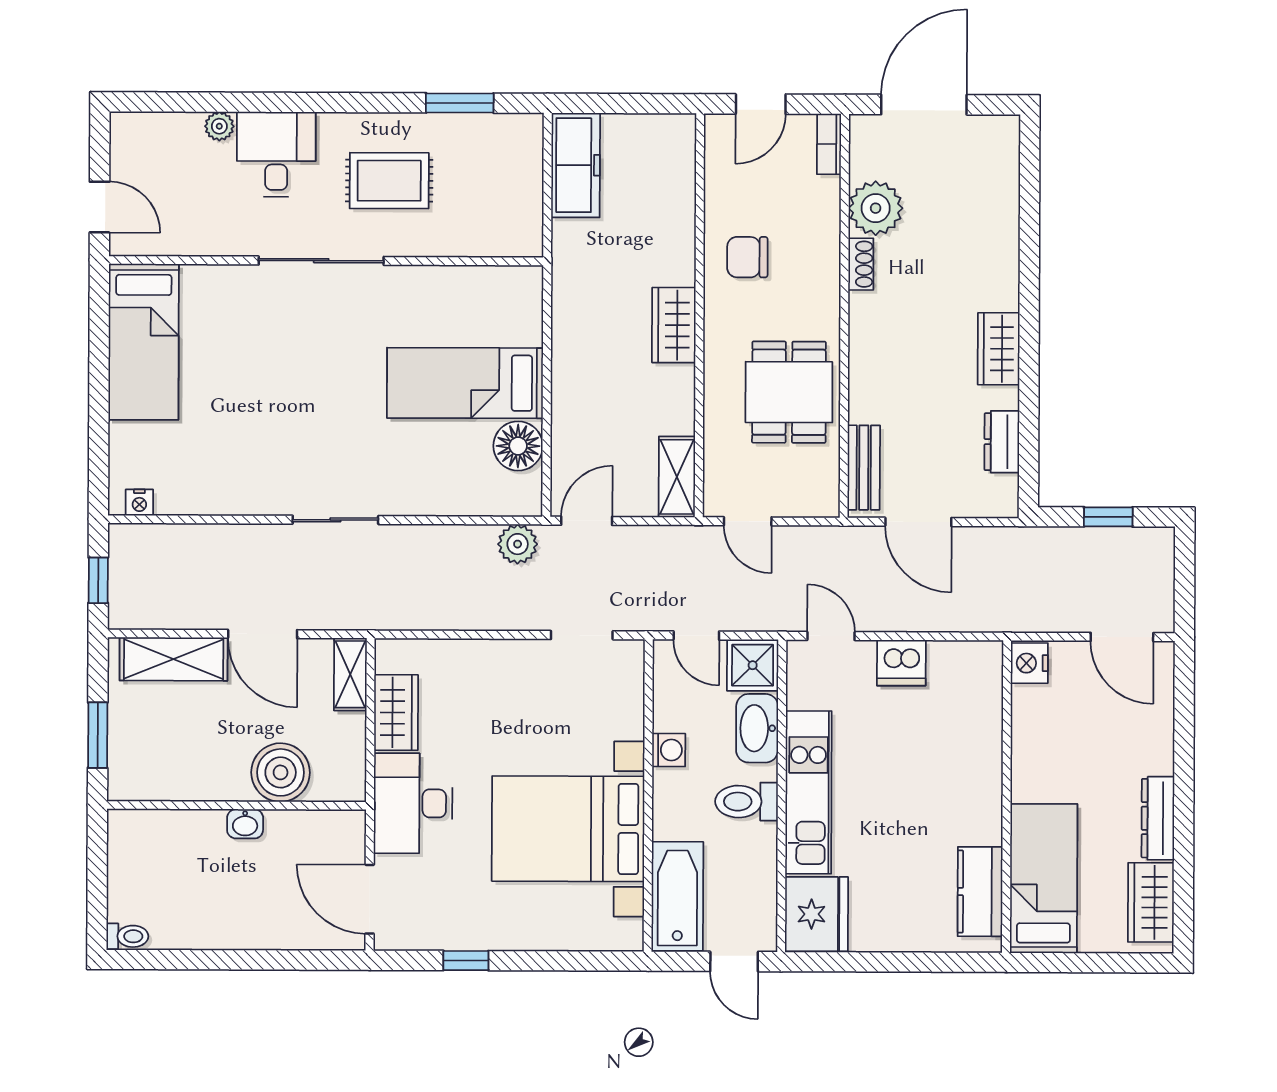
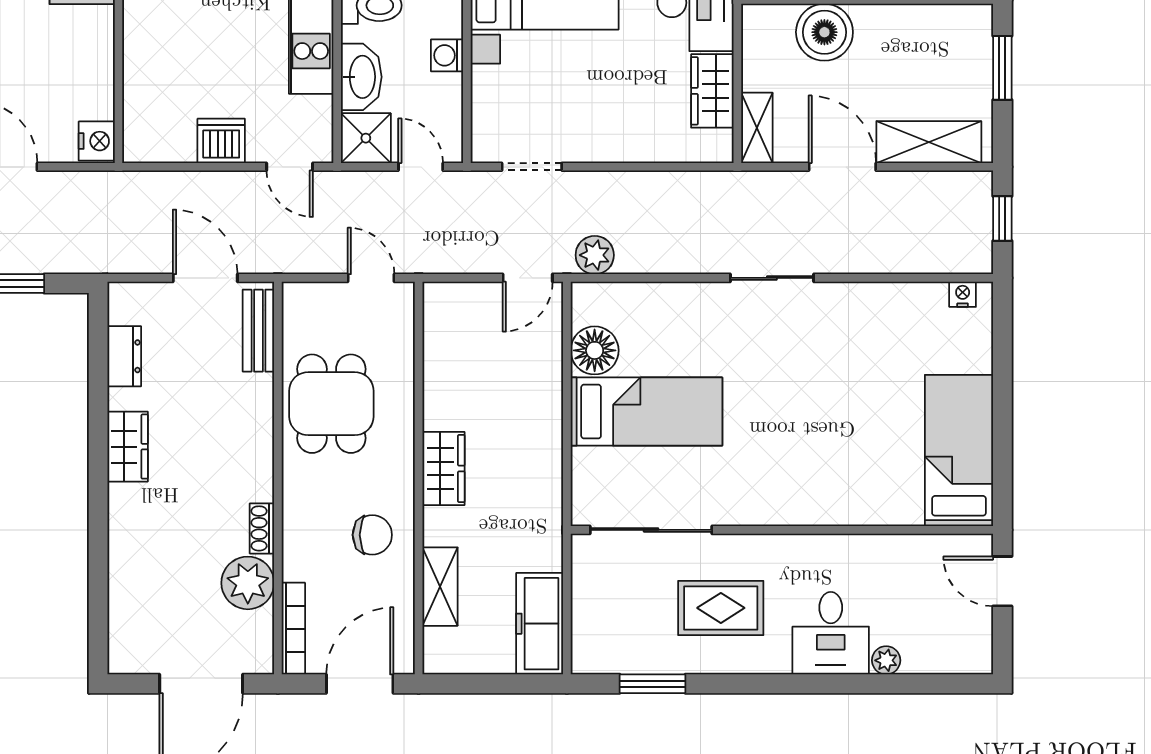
door: (761, 104) -> (360, 684), width x1.38
bookcase: (829, 144) -> (293, 629), width x1.56
sliding door: (321, 261) -> (651, 530), moved
shelving: (677, 477) -> (440, 587), moved

